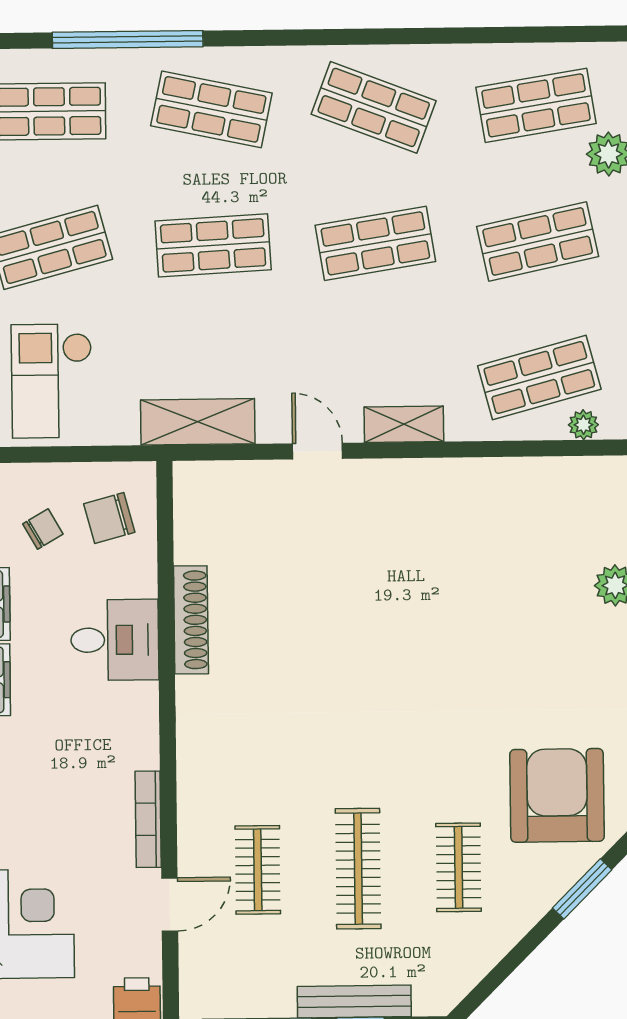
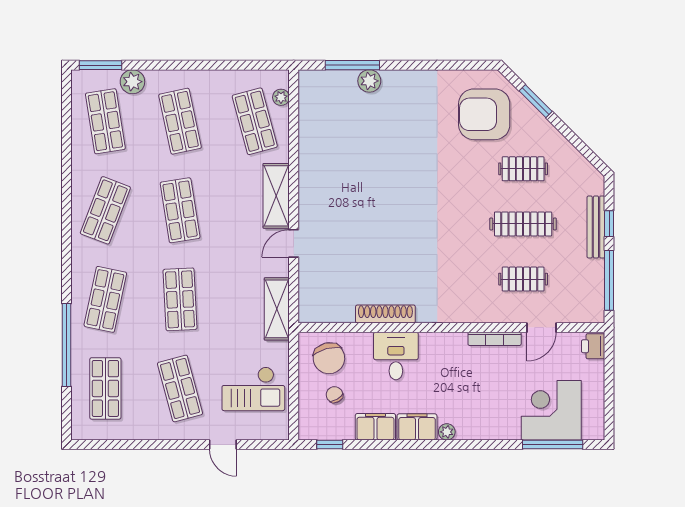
shelving: (404, 424) -> (276, 196), width x1.50, depth x1.33
chair: (109, 518) -> (329, 358), width x1.37, depth x1.37
door: (170, 905) -> (541, 328), swing flipped

